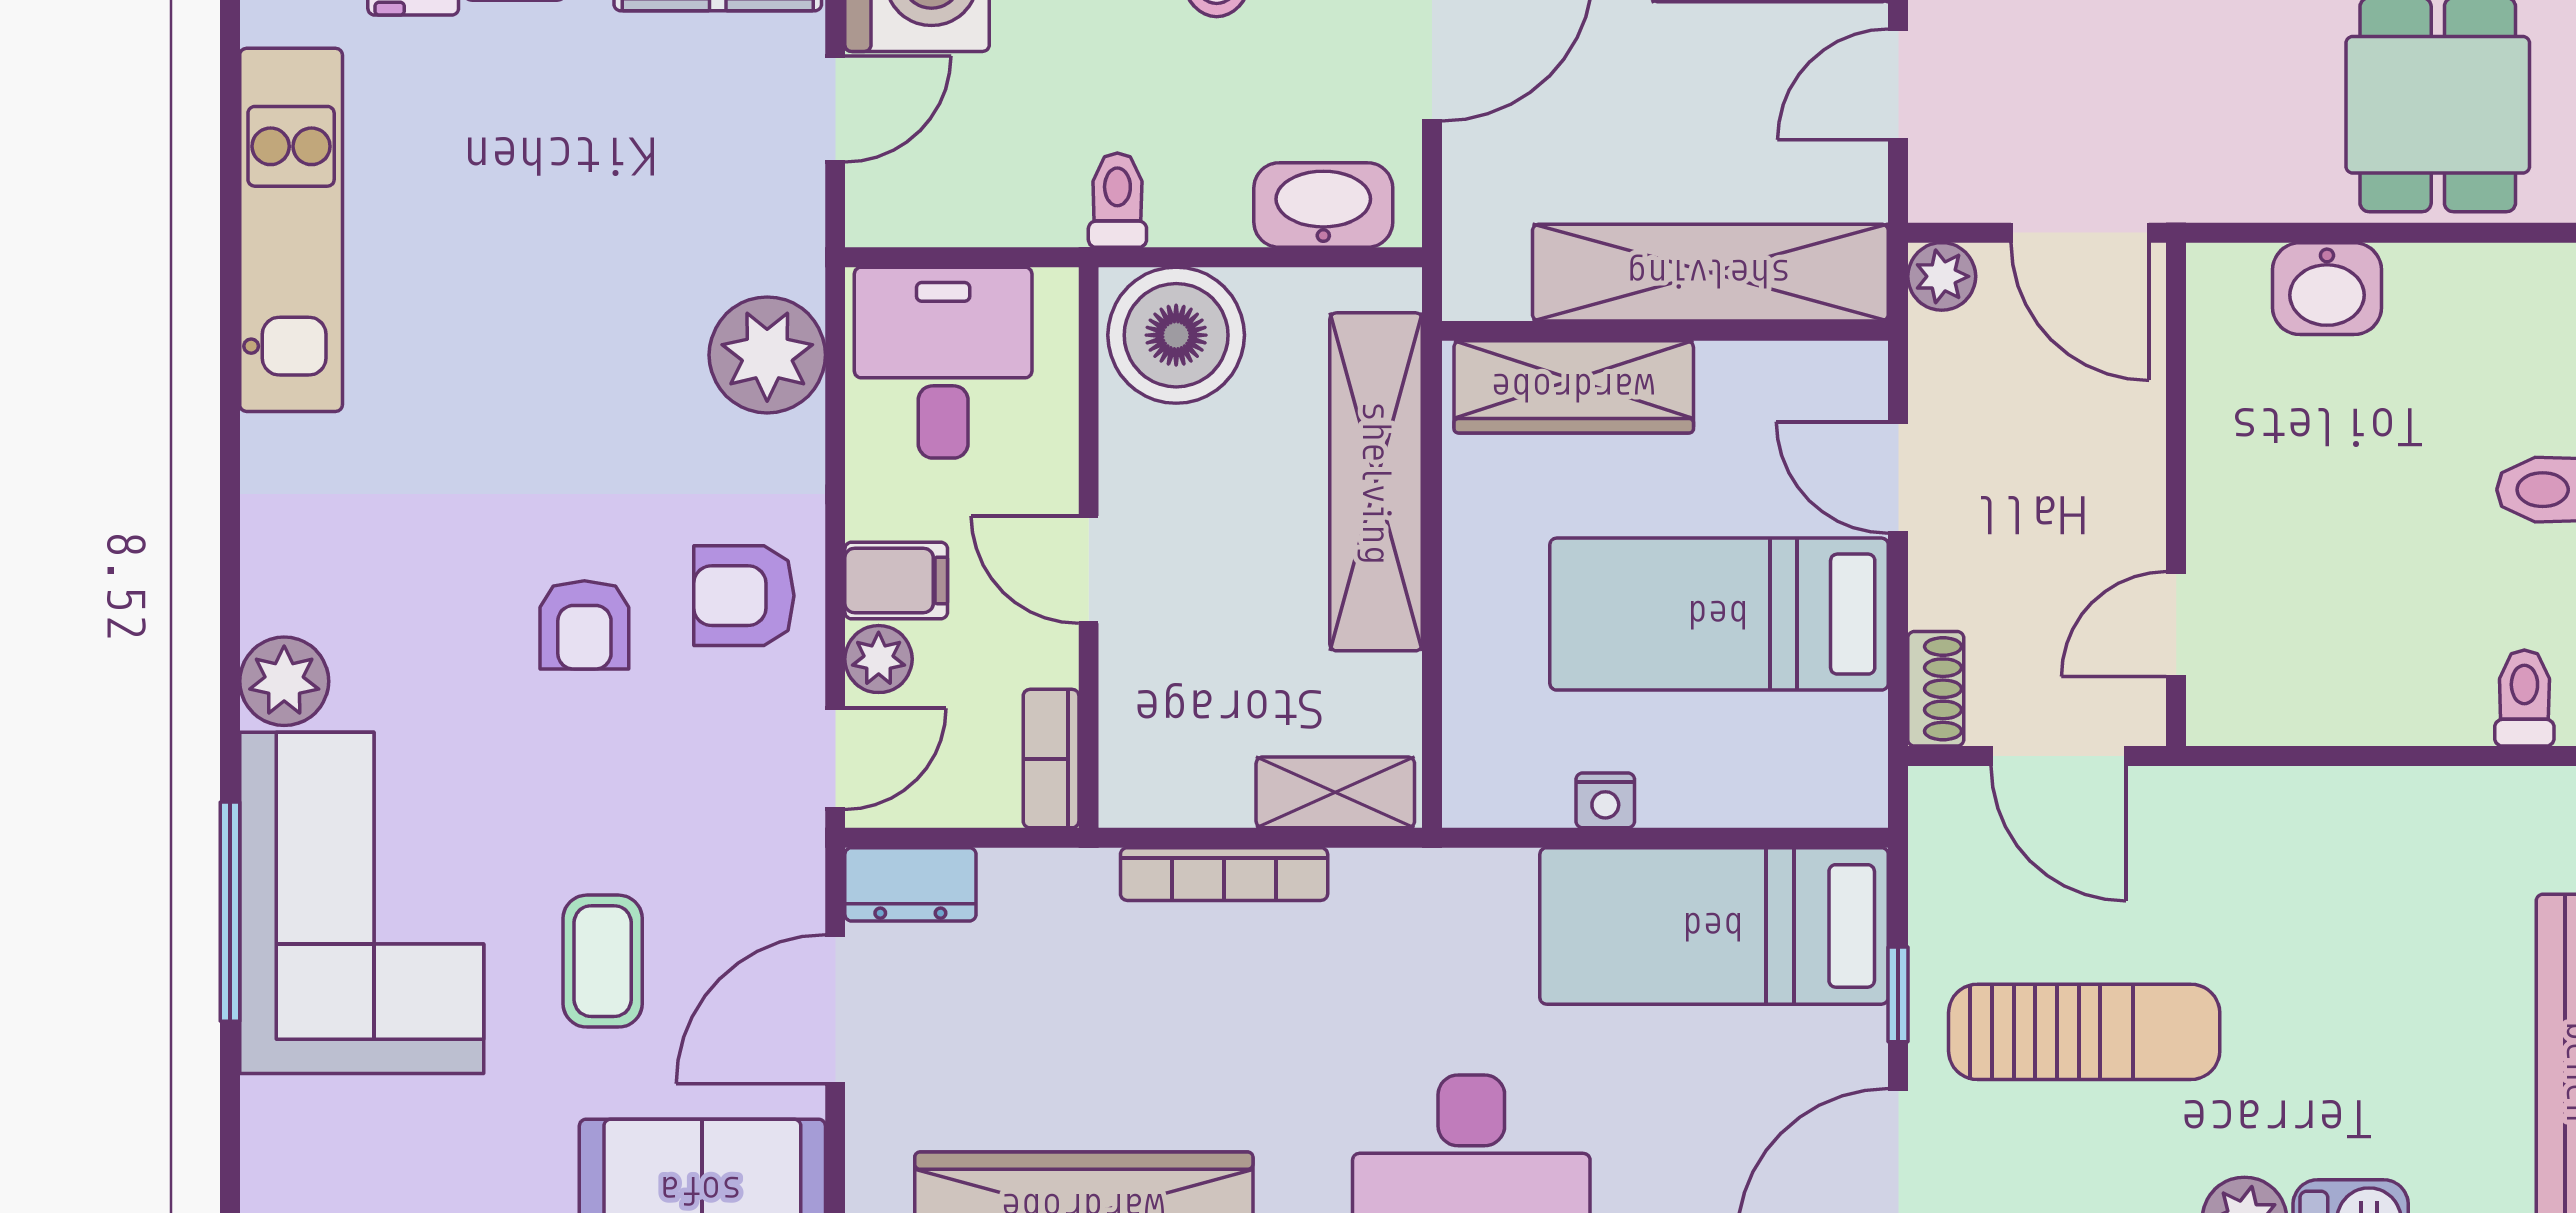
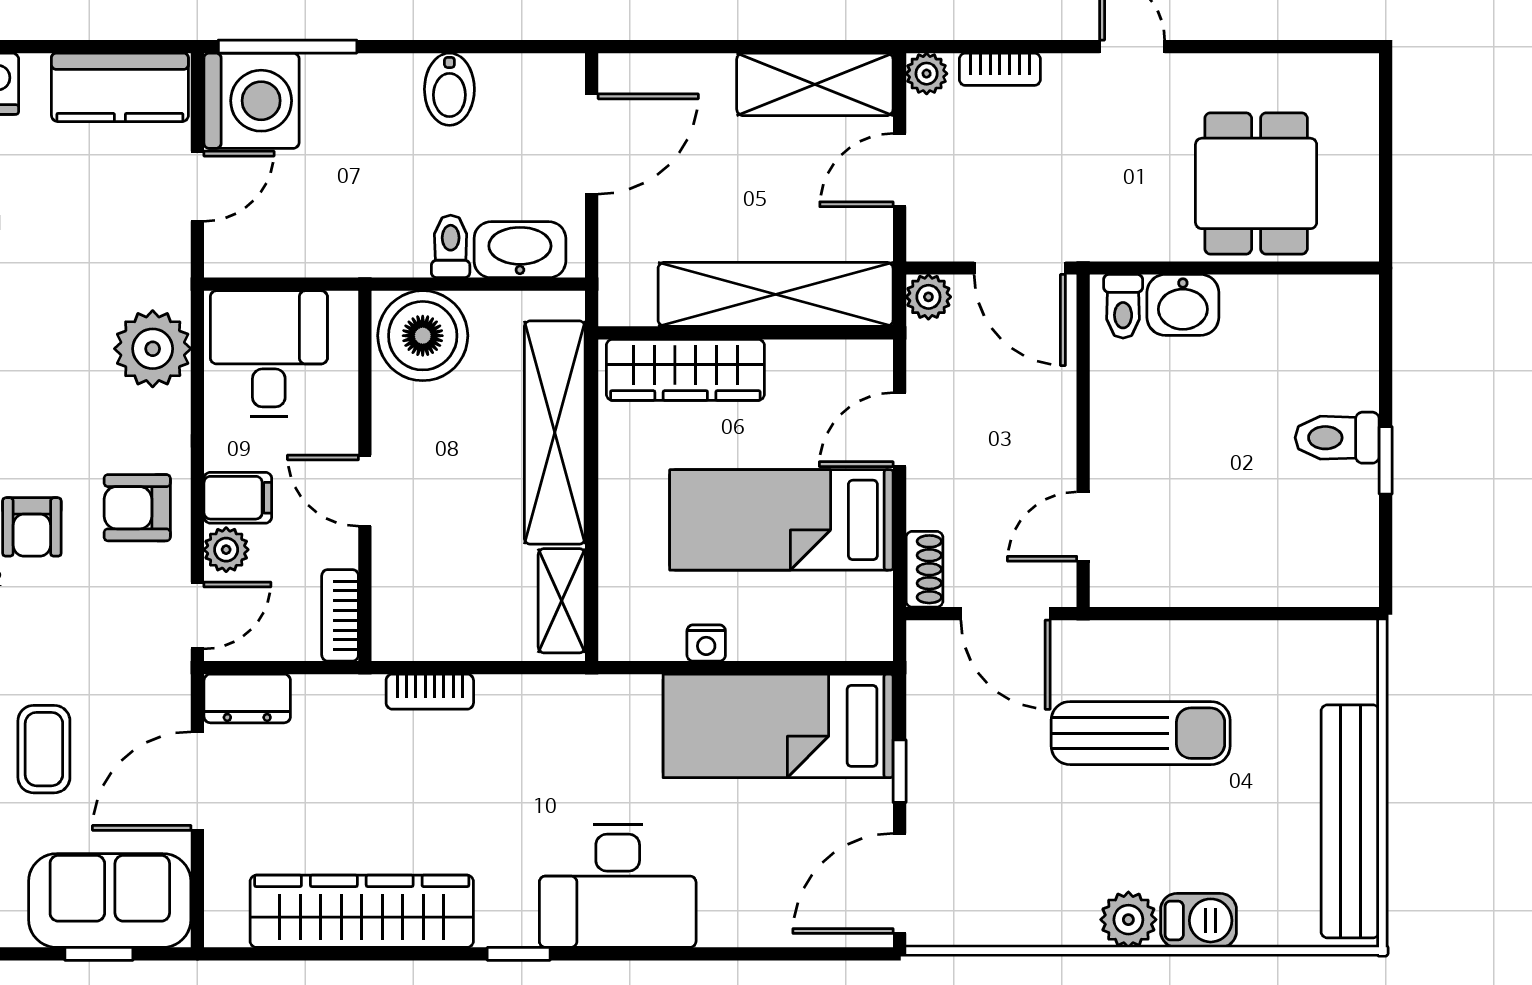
toilet: (1117, 200) -> (451, 246), moved
door: (1898, 477) -> (900, 430), hinge flipped
toilet: (2524, 698) -> (1123, 306), moved, turned 180
shelving: (1335, 792) -> (562, 601), moved, turned 90
bookcase: (1224, 874) -> (430, 692), width x0.64
sun lounger: (2084, 1032) -> (1141, 733), moved

